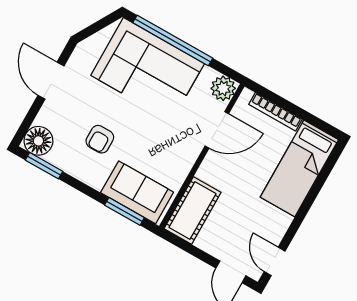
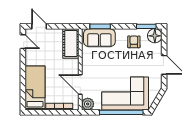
door: (217, 130) -> (80, 84), hinge flipped
armchair: (100, 139) -> (134, 42), moved

